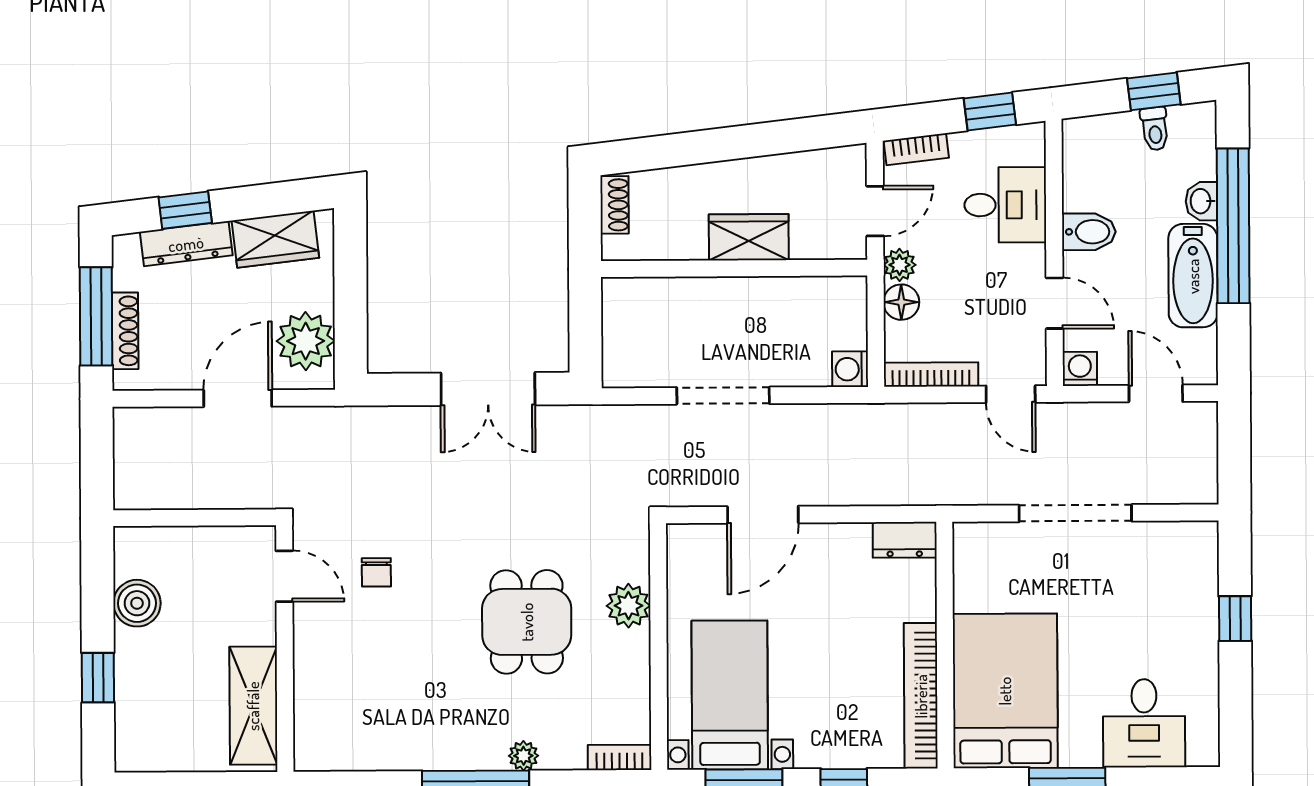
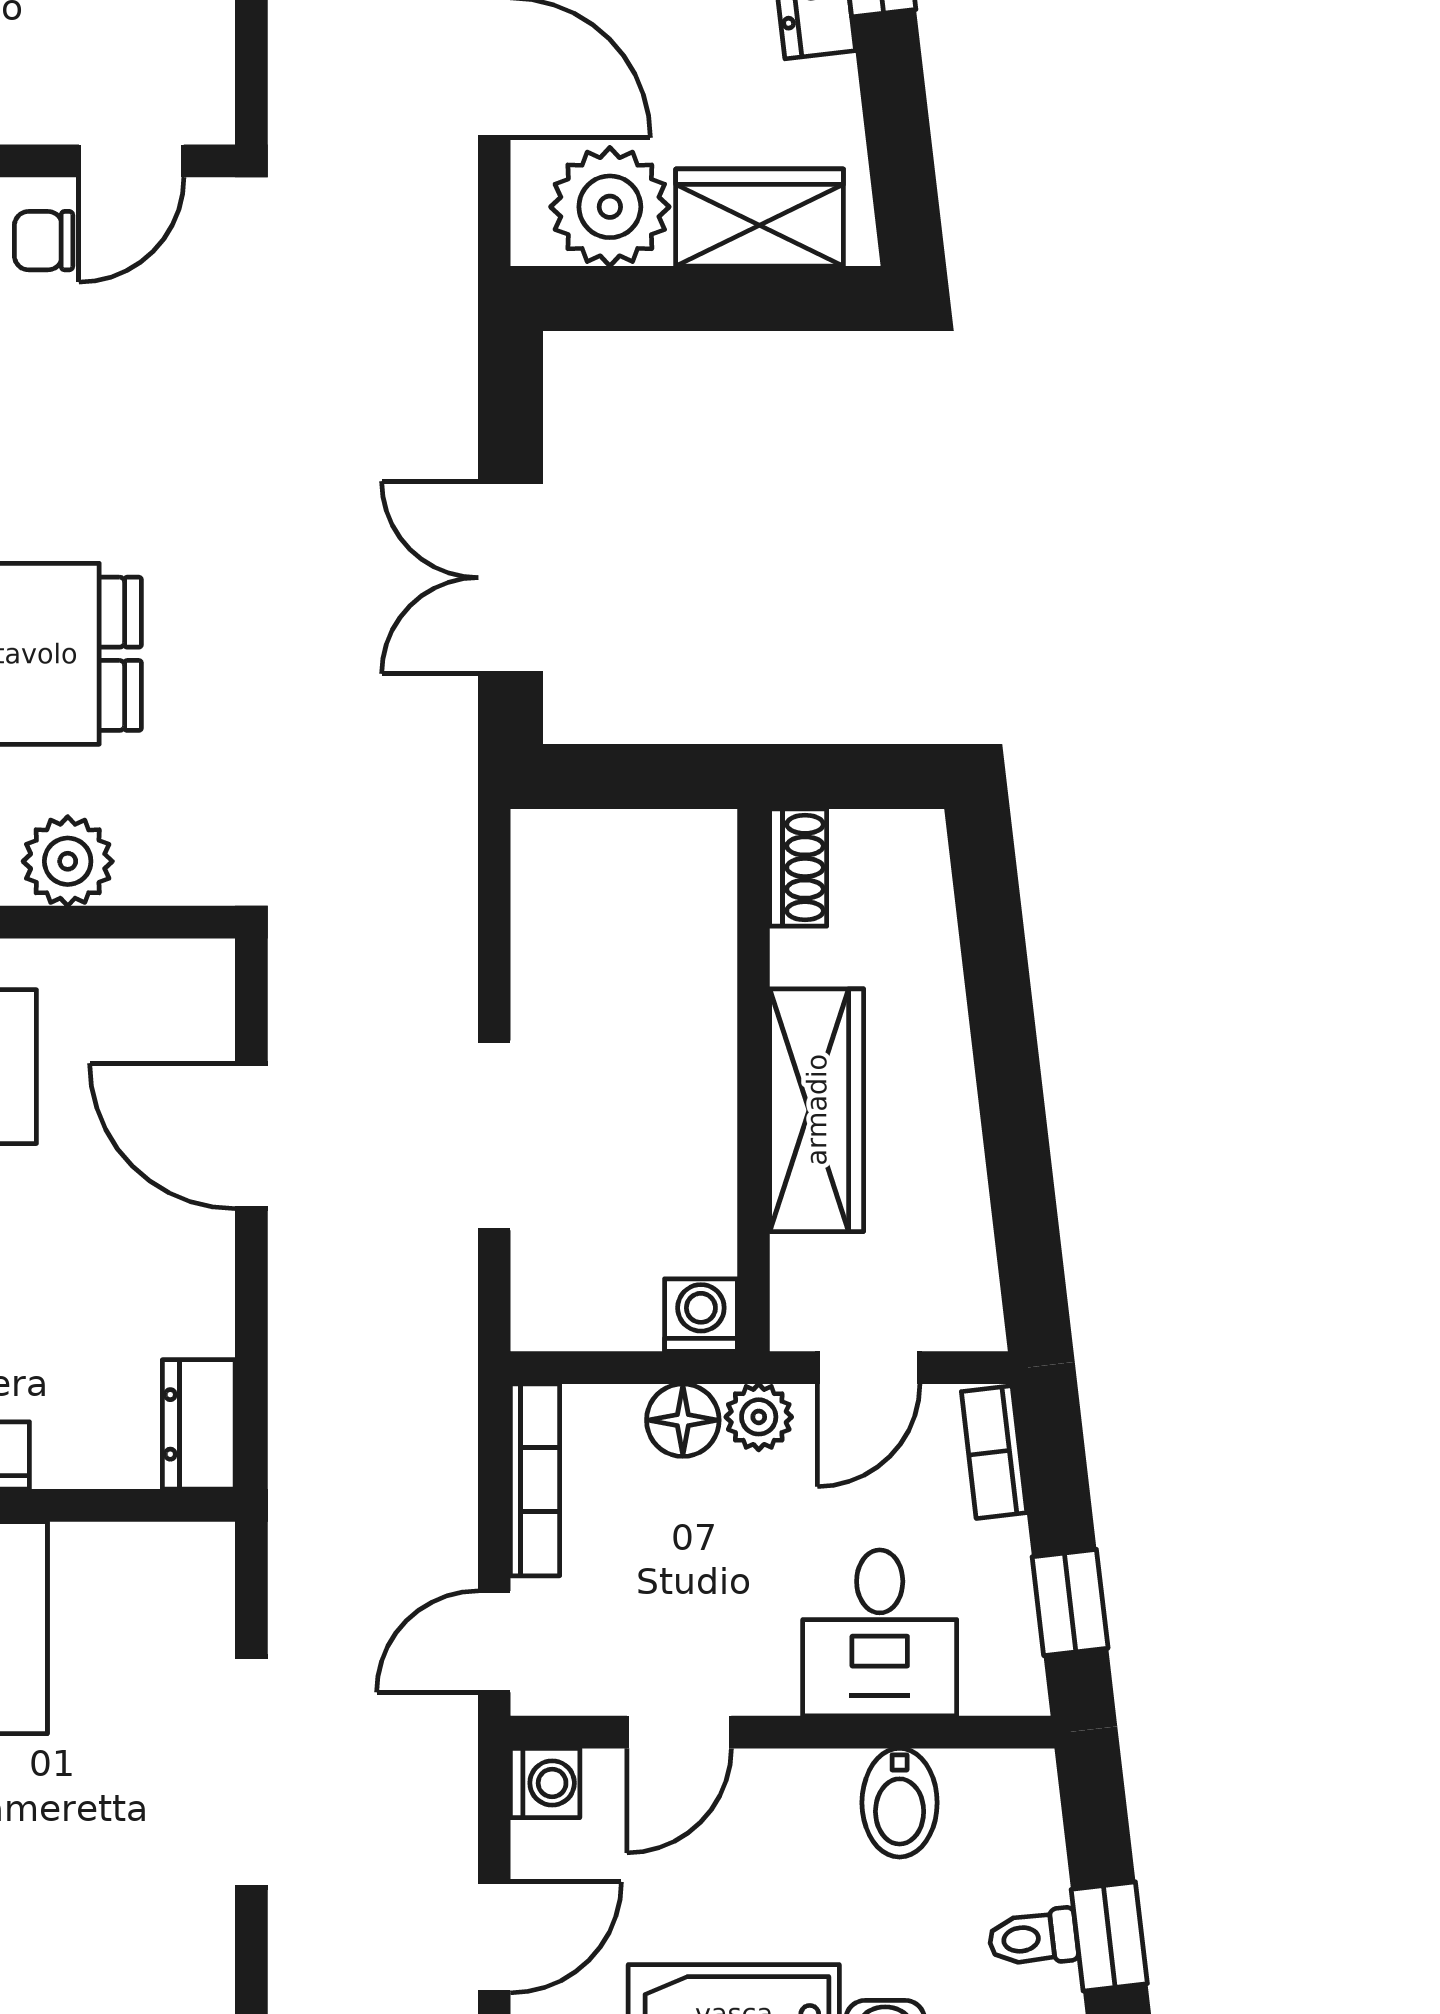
shoe rack: (615, 205) -> (798, 868), moved, turned -90
door: (875, 211) -> (869, 1368), hinge flipped
bidet: (1089, 232) -> (900, 1803), moved
wardrobe: (749, 237) -> (817, 1110), width x1.50
wardrobe: (275, 239) -> (760, 218), moved, turned 97
washing machine: (850, 369) -> (701, 1315), moved
doorway: (723, 396) -> (494, 1135), moved
chair: (376, 572) -> (44, 241), moved

